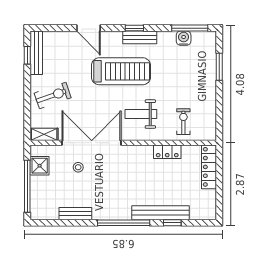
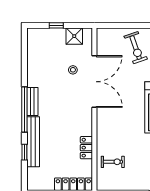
weight bench: (141, 114) -> (119, 125), removed
shelving: (44, 134) -> (102, 40), removed
window: (27, 186) -> (56, 25), width x0.32
bench: (75, 214) -> (32, 101), moved

